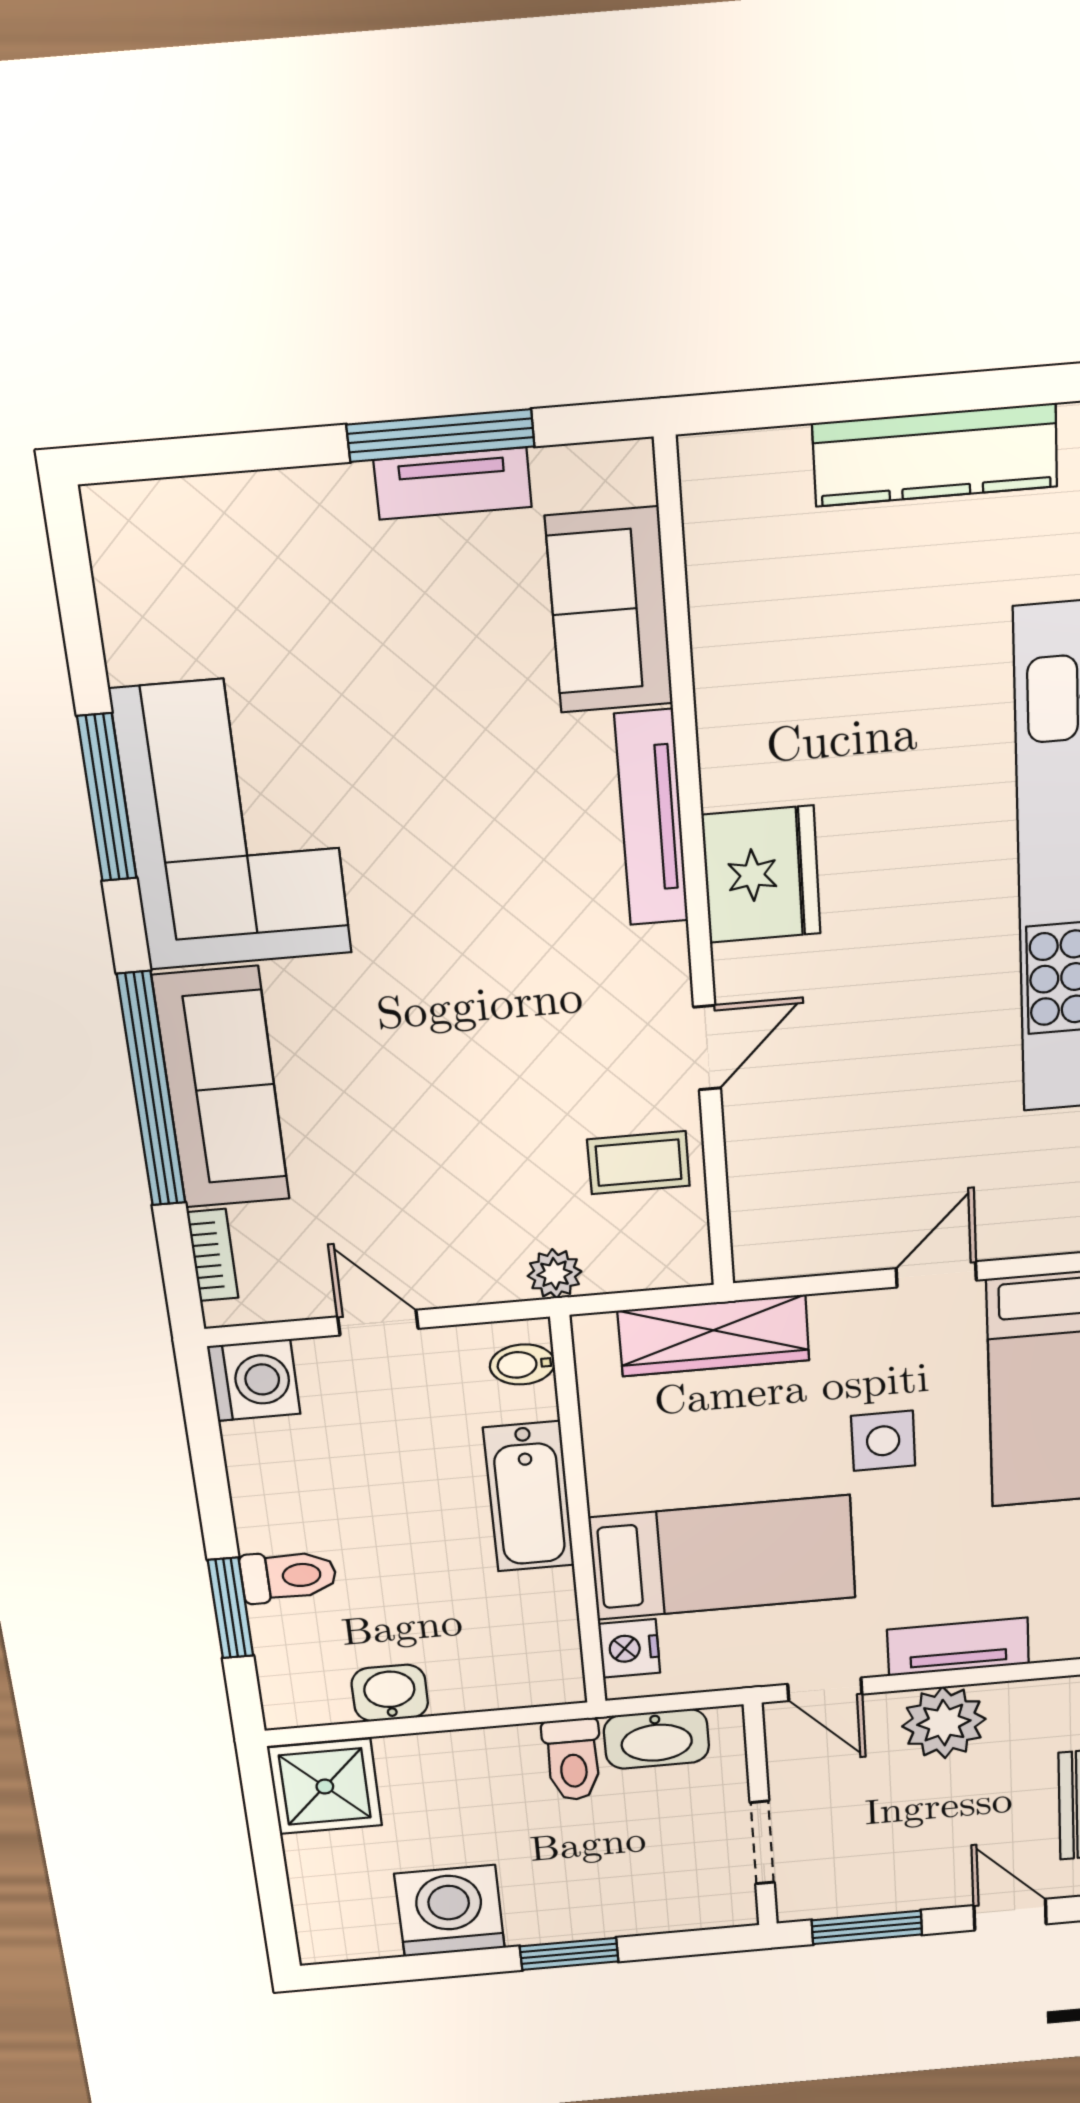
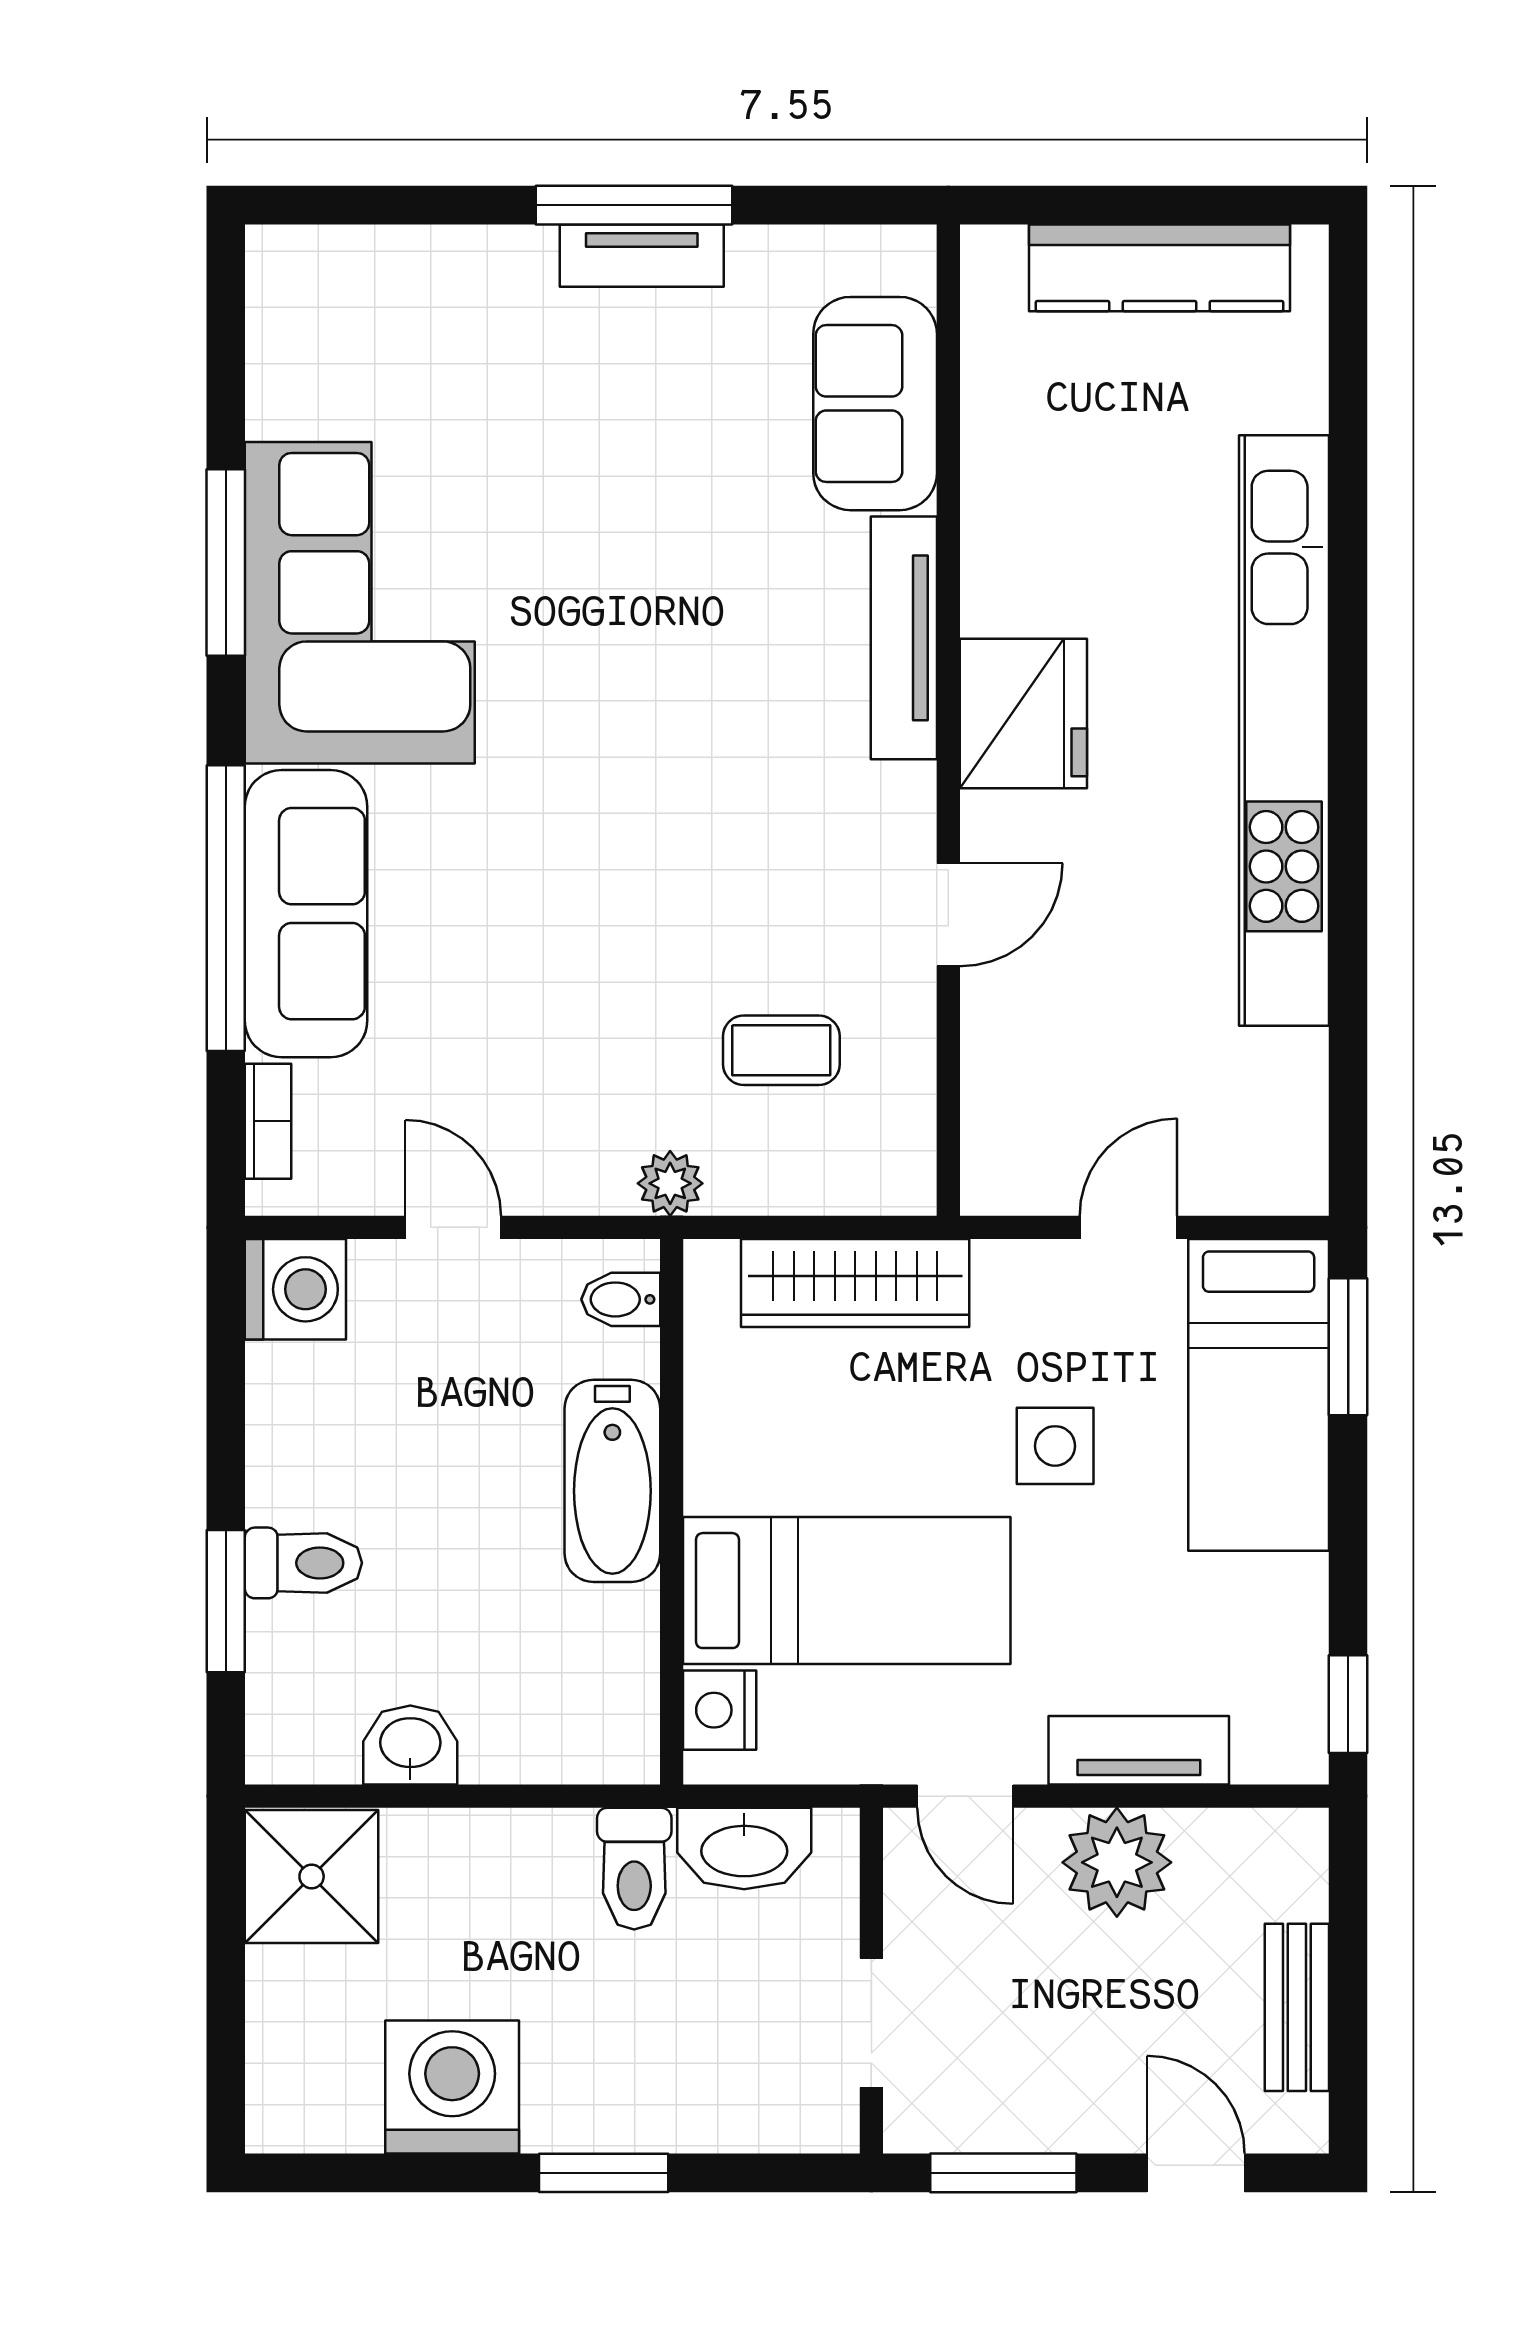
sofa: (609, 610) -> (875, 404), moved
tv unit: (652, 818) -> (904, 638), moved
fridge: (761, 874) -> (1023, 713), moved
wall: (696, 886) -> (948, 720), moved
door: (707, 1048) -> (948, 915), moved

